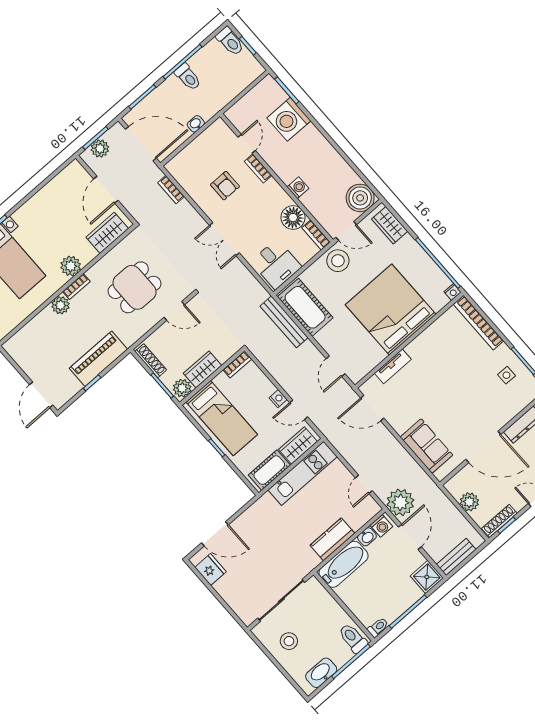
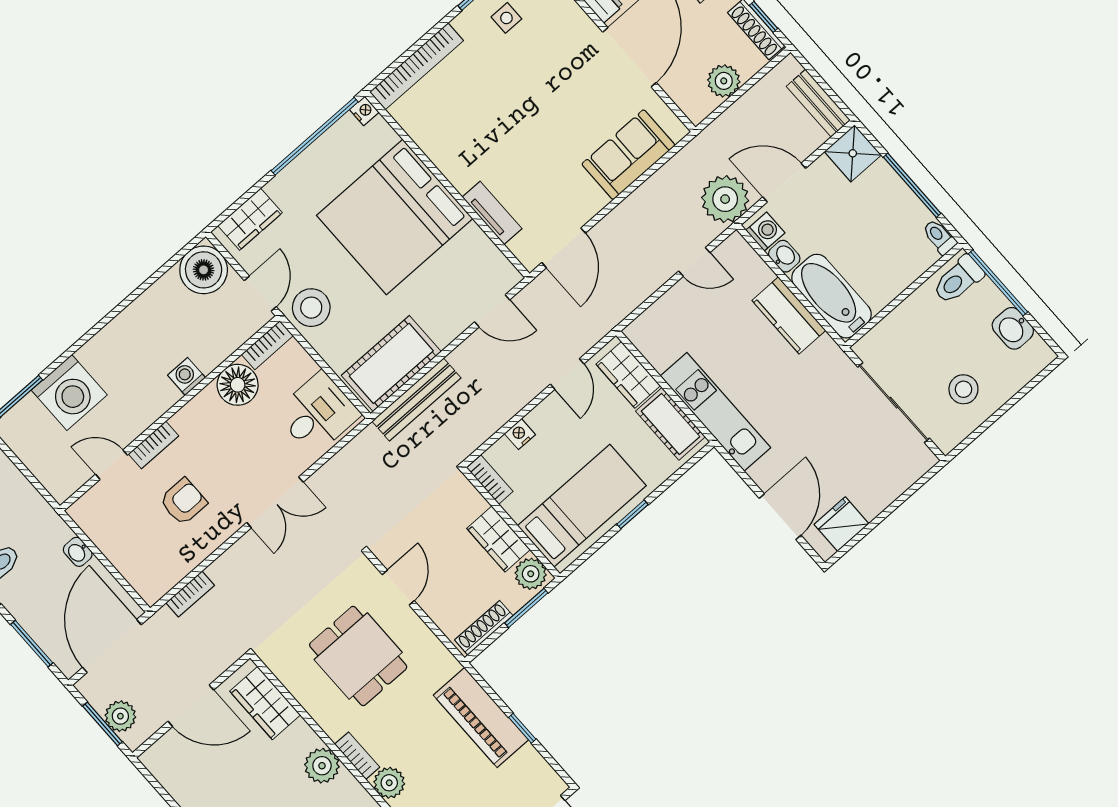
nightstand: (278, 399) -> (520, 434), moved
kitchen unit: (303, 473) -> (715, 412), moved
washbasin: (321, 673) -> (1013, 328), width x0.72

